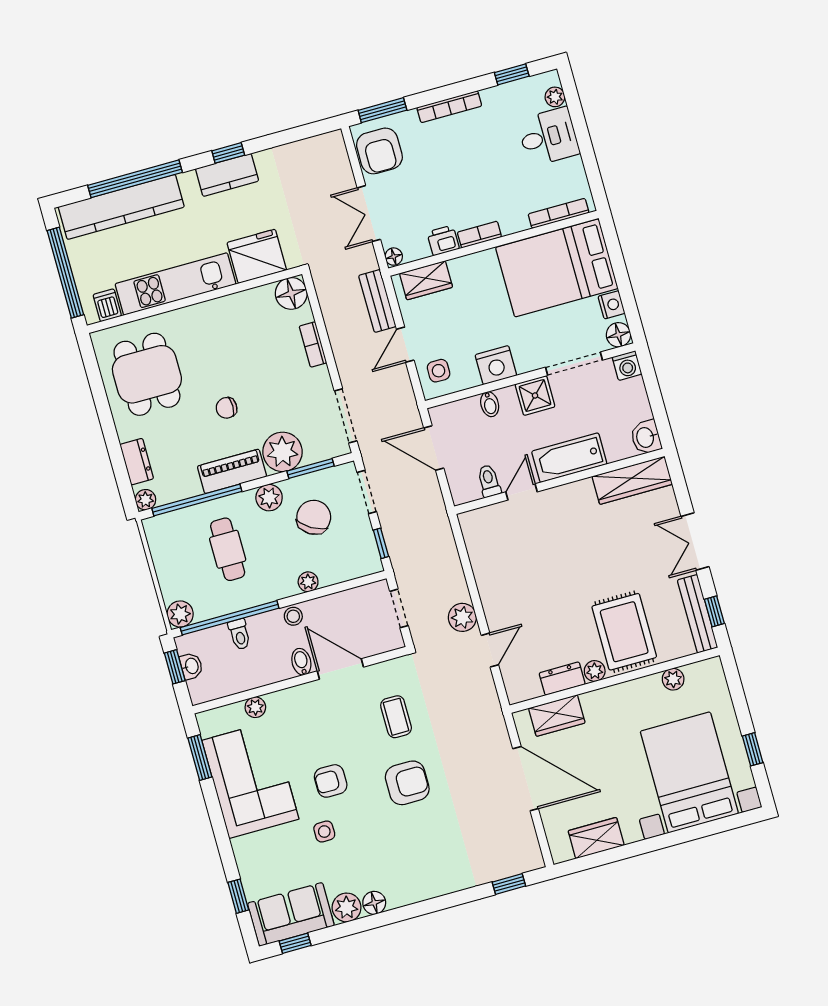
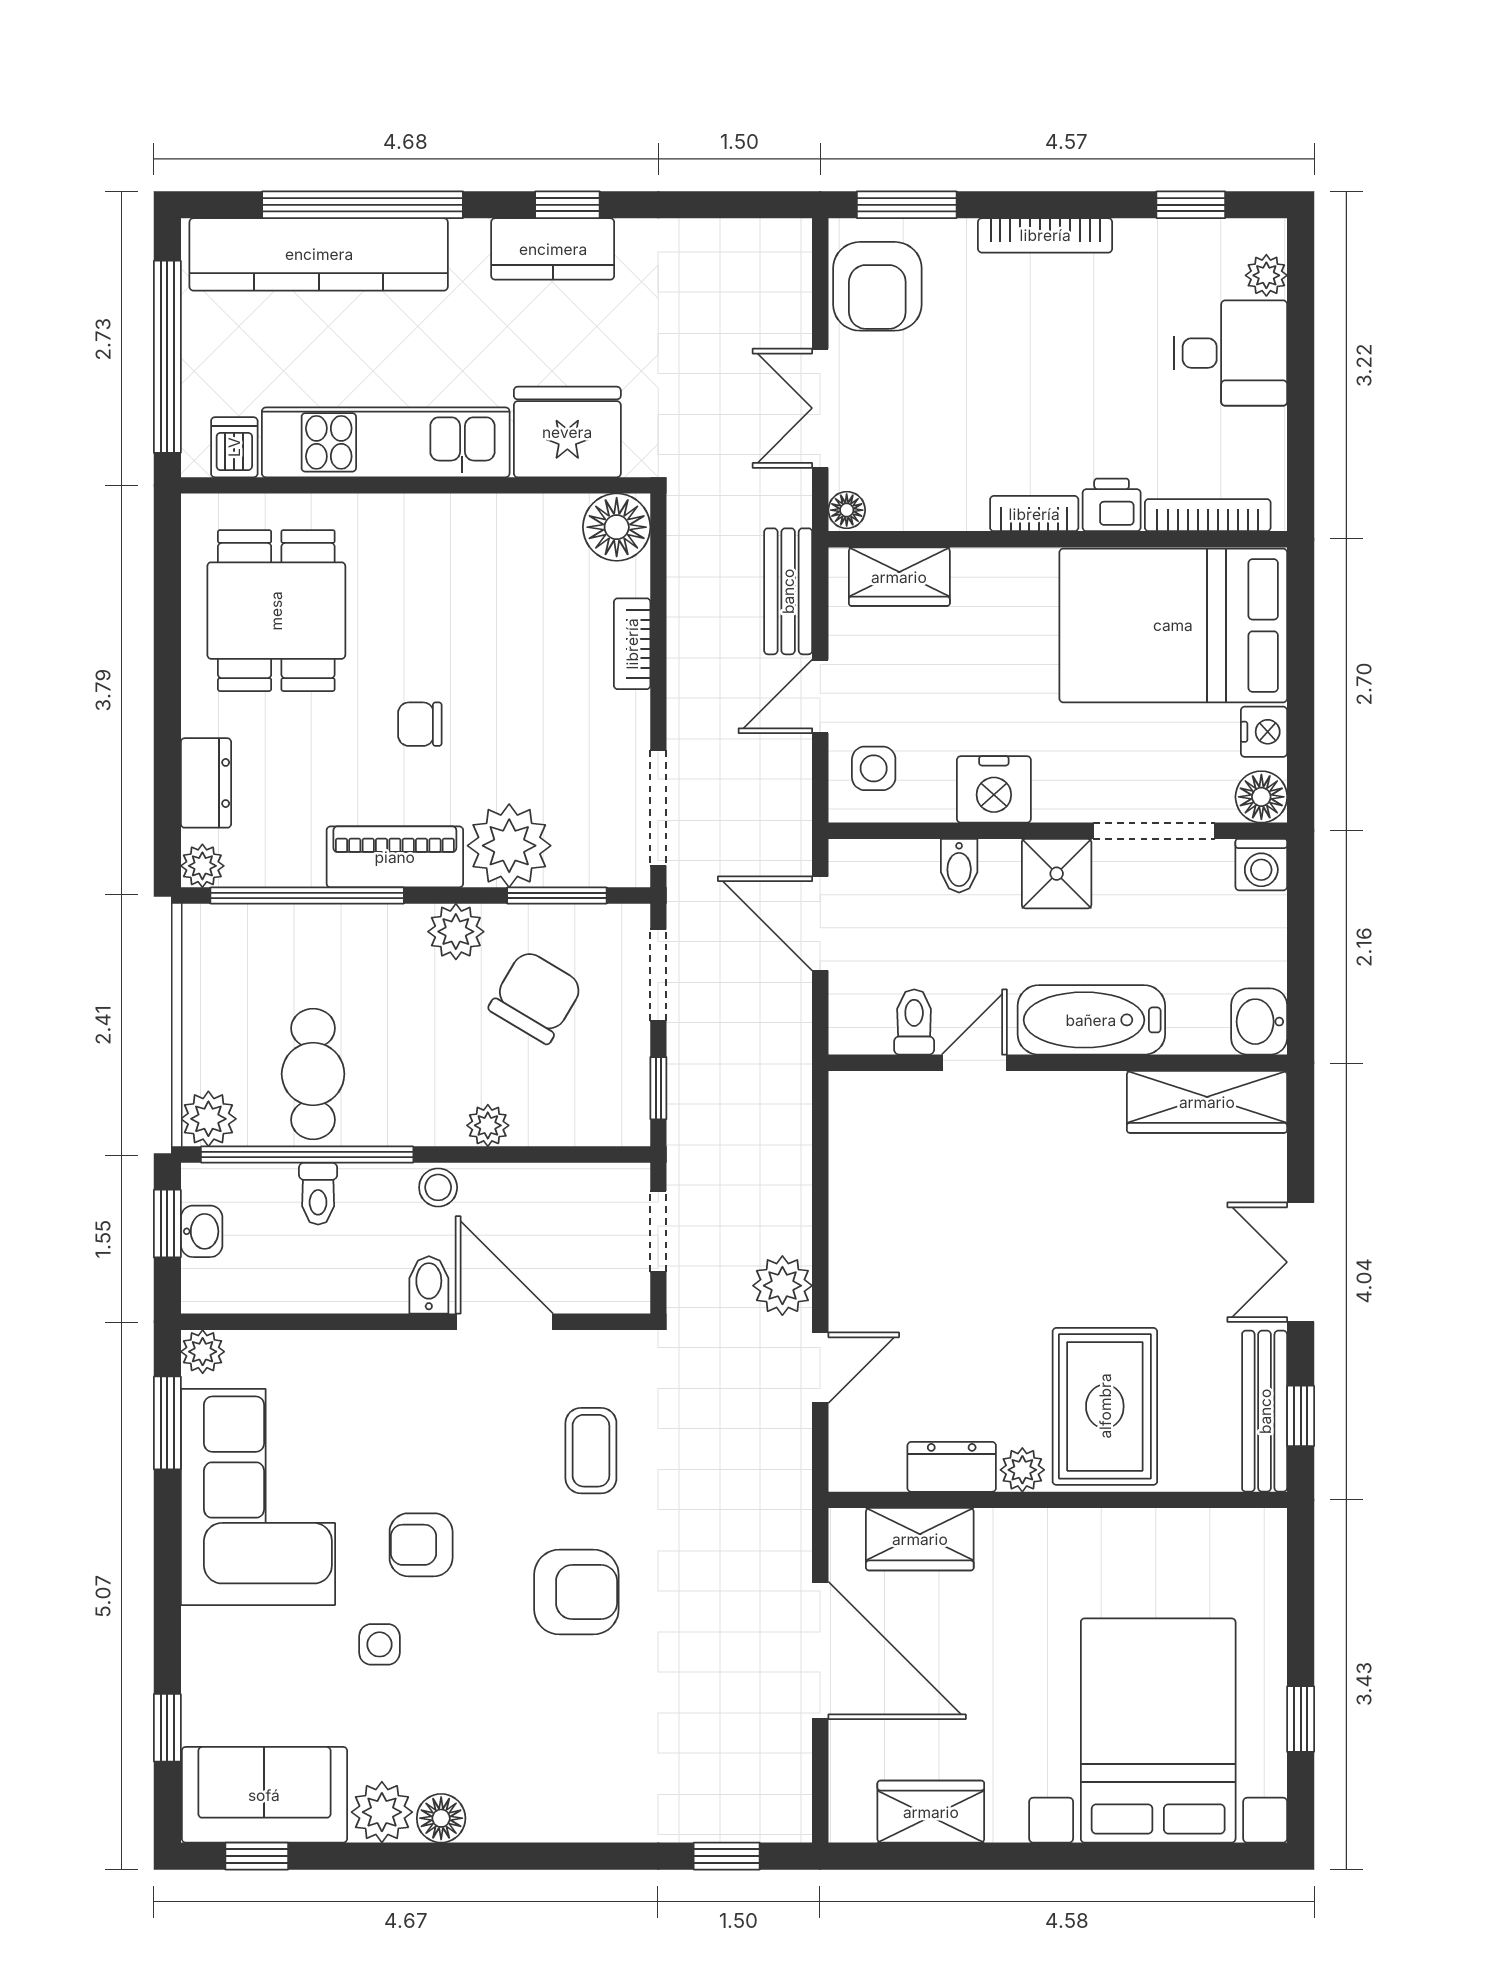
printer: (443, 240) -> (1112, 505), moved
cafe table: (228, 549) -> (313, 1074), moved
plant: (673, 679) -> (1178, 1531), removed
plant: (255, 707) -> (203, 1352), moved

